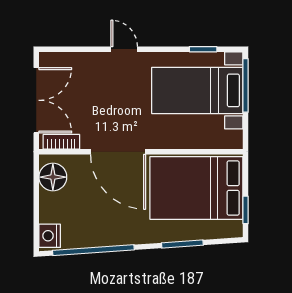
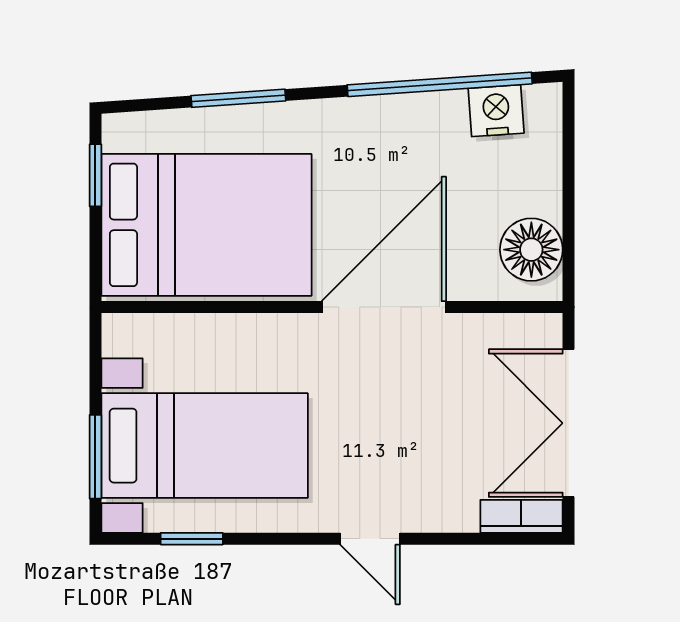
window: (246, 85) -> (95, 457), width x0.69
bookcase: (61, 142) -> (521, 516), moved, turned 180
door: (118, 152) -> (384, 307), hinge flipped
nightstand: (50, 236) -> (496, 111), moved, turned -94

